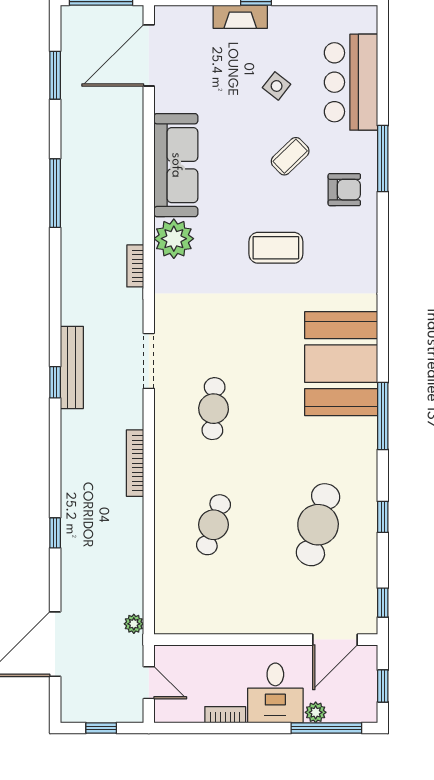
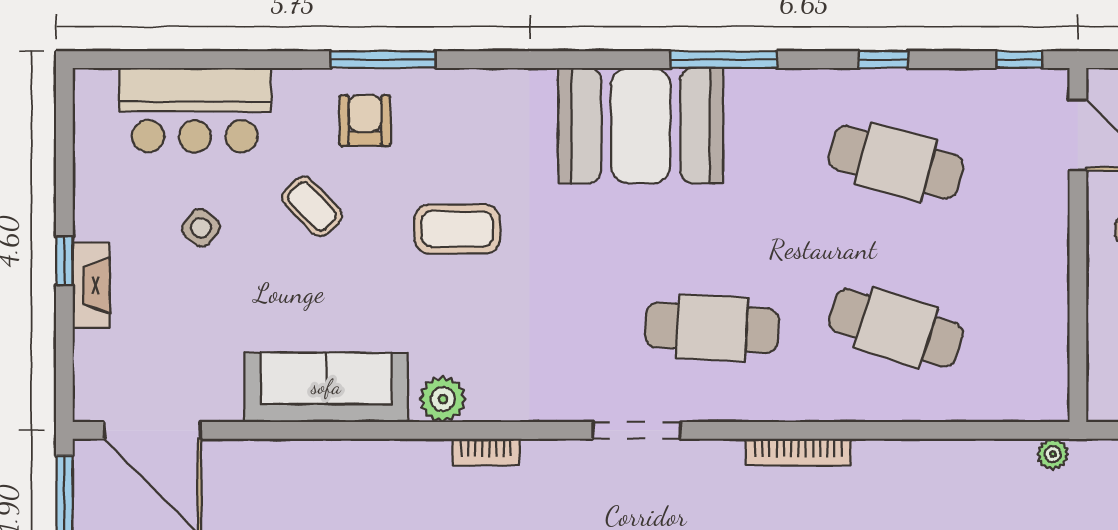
window: (383, 159) -> (383, 60), moved
plant: (174, 239) -> (443, 399), width x0.73, depth x0.73
coffee table: (276, 248) -> (457, 229), turned 90
cafe table: (214, 409) -> (712, 328), width x1.37, depth x1.35
cafe table: (214, 525) -> (896, 328), width x1.37, depth x1.35

